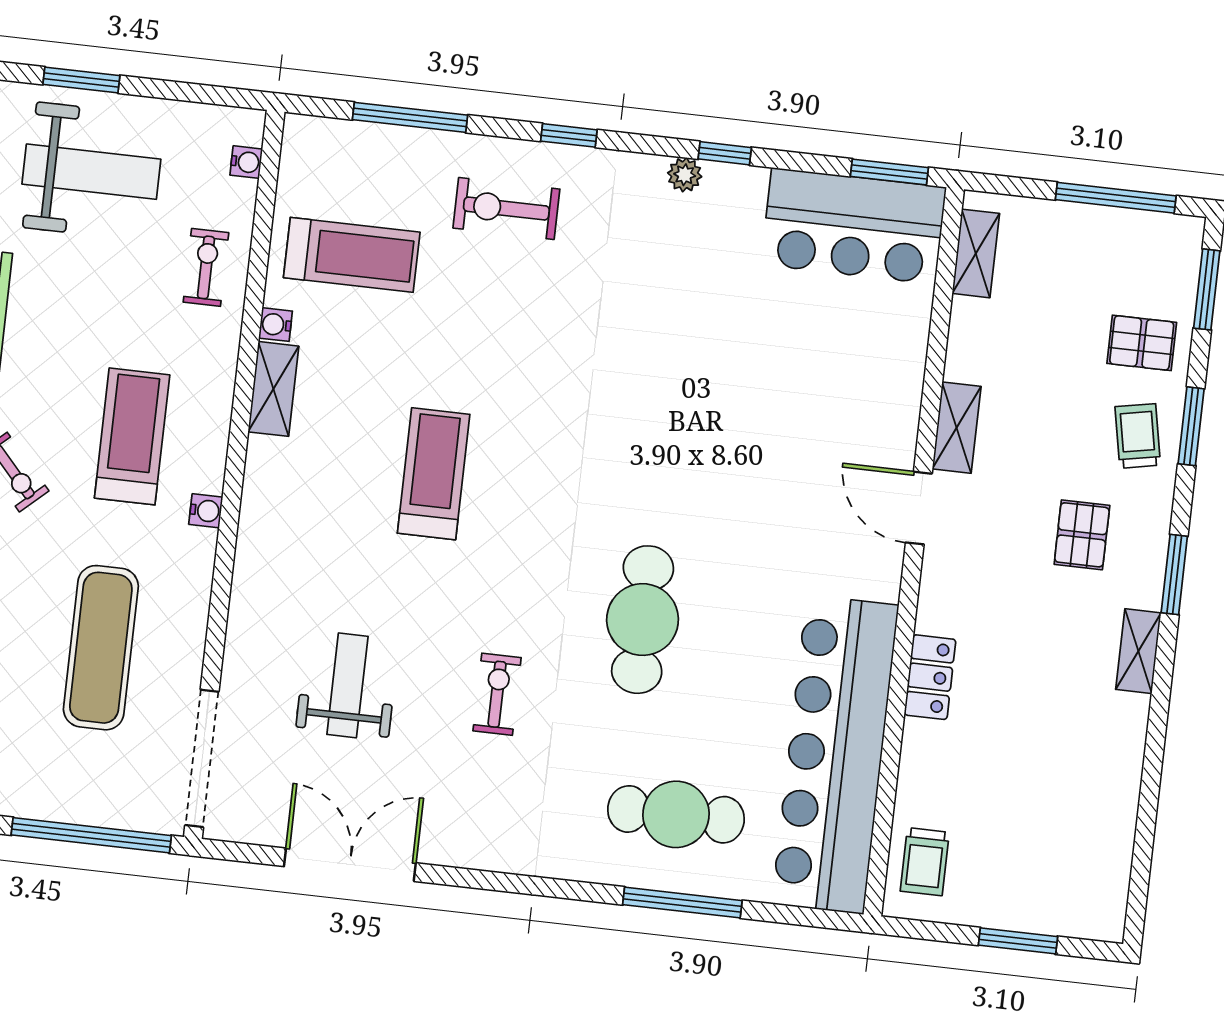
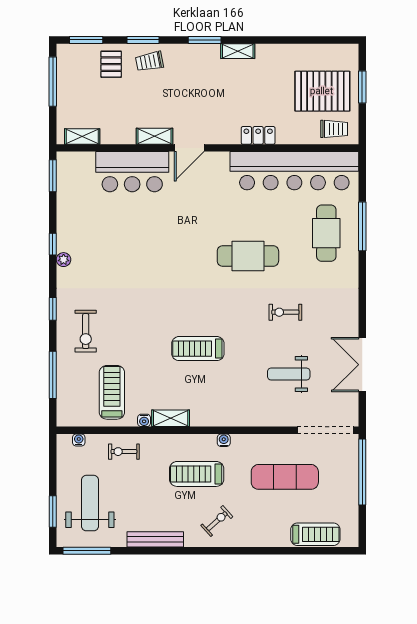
bar counter: (854, 226) -> (132, 172), moved, turned 90
pallet: (1082, 535) -> (322, 91), moved, width x2.05, depth x2.00

